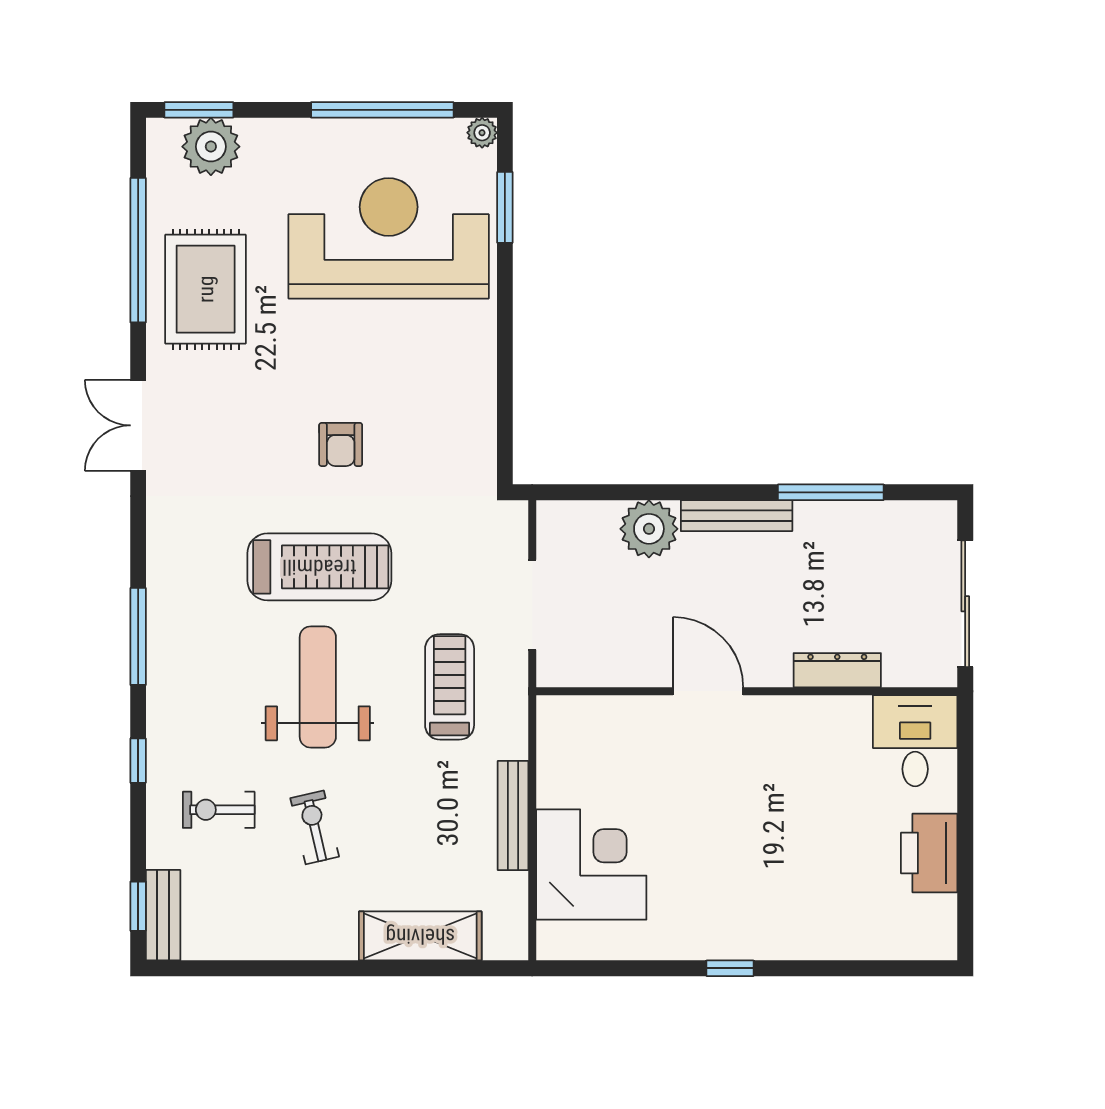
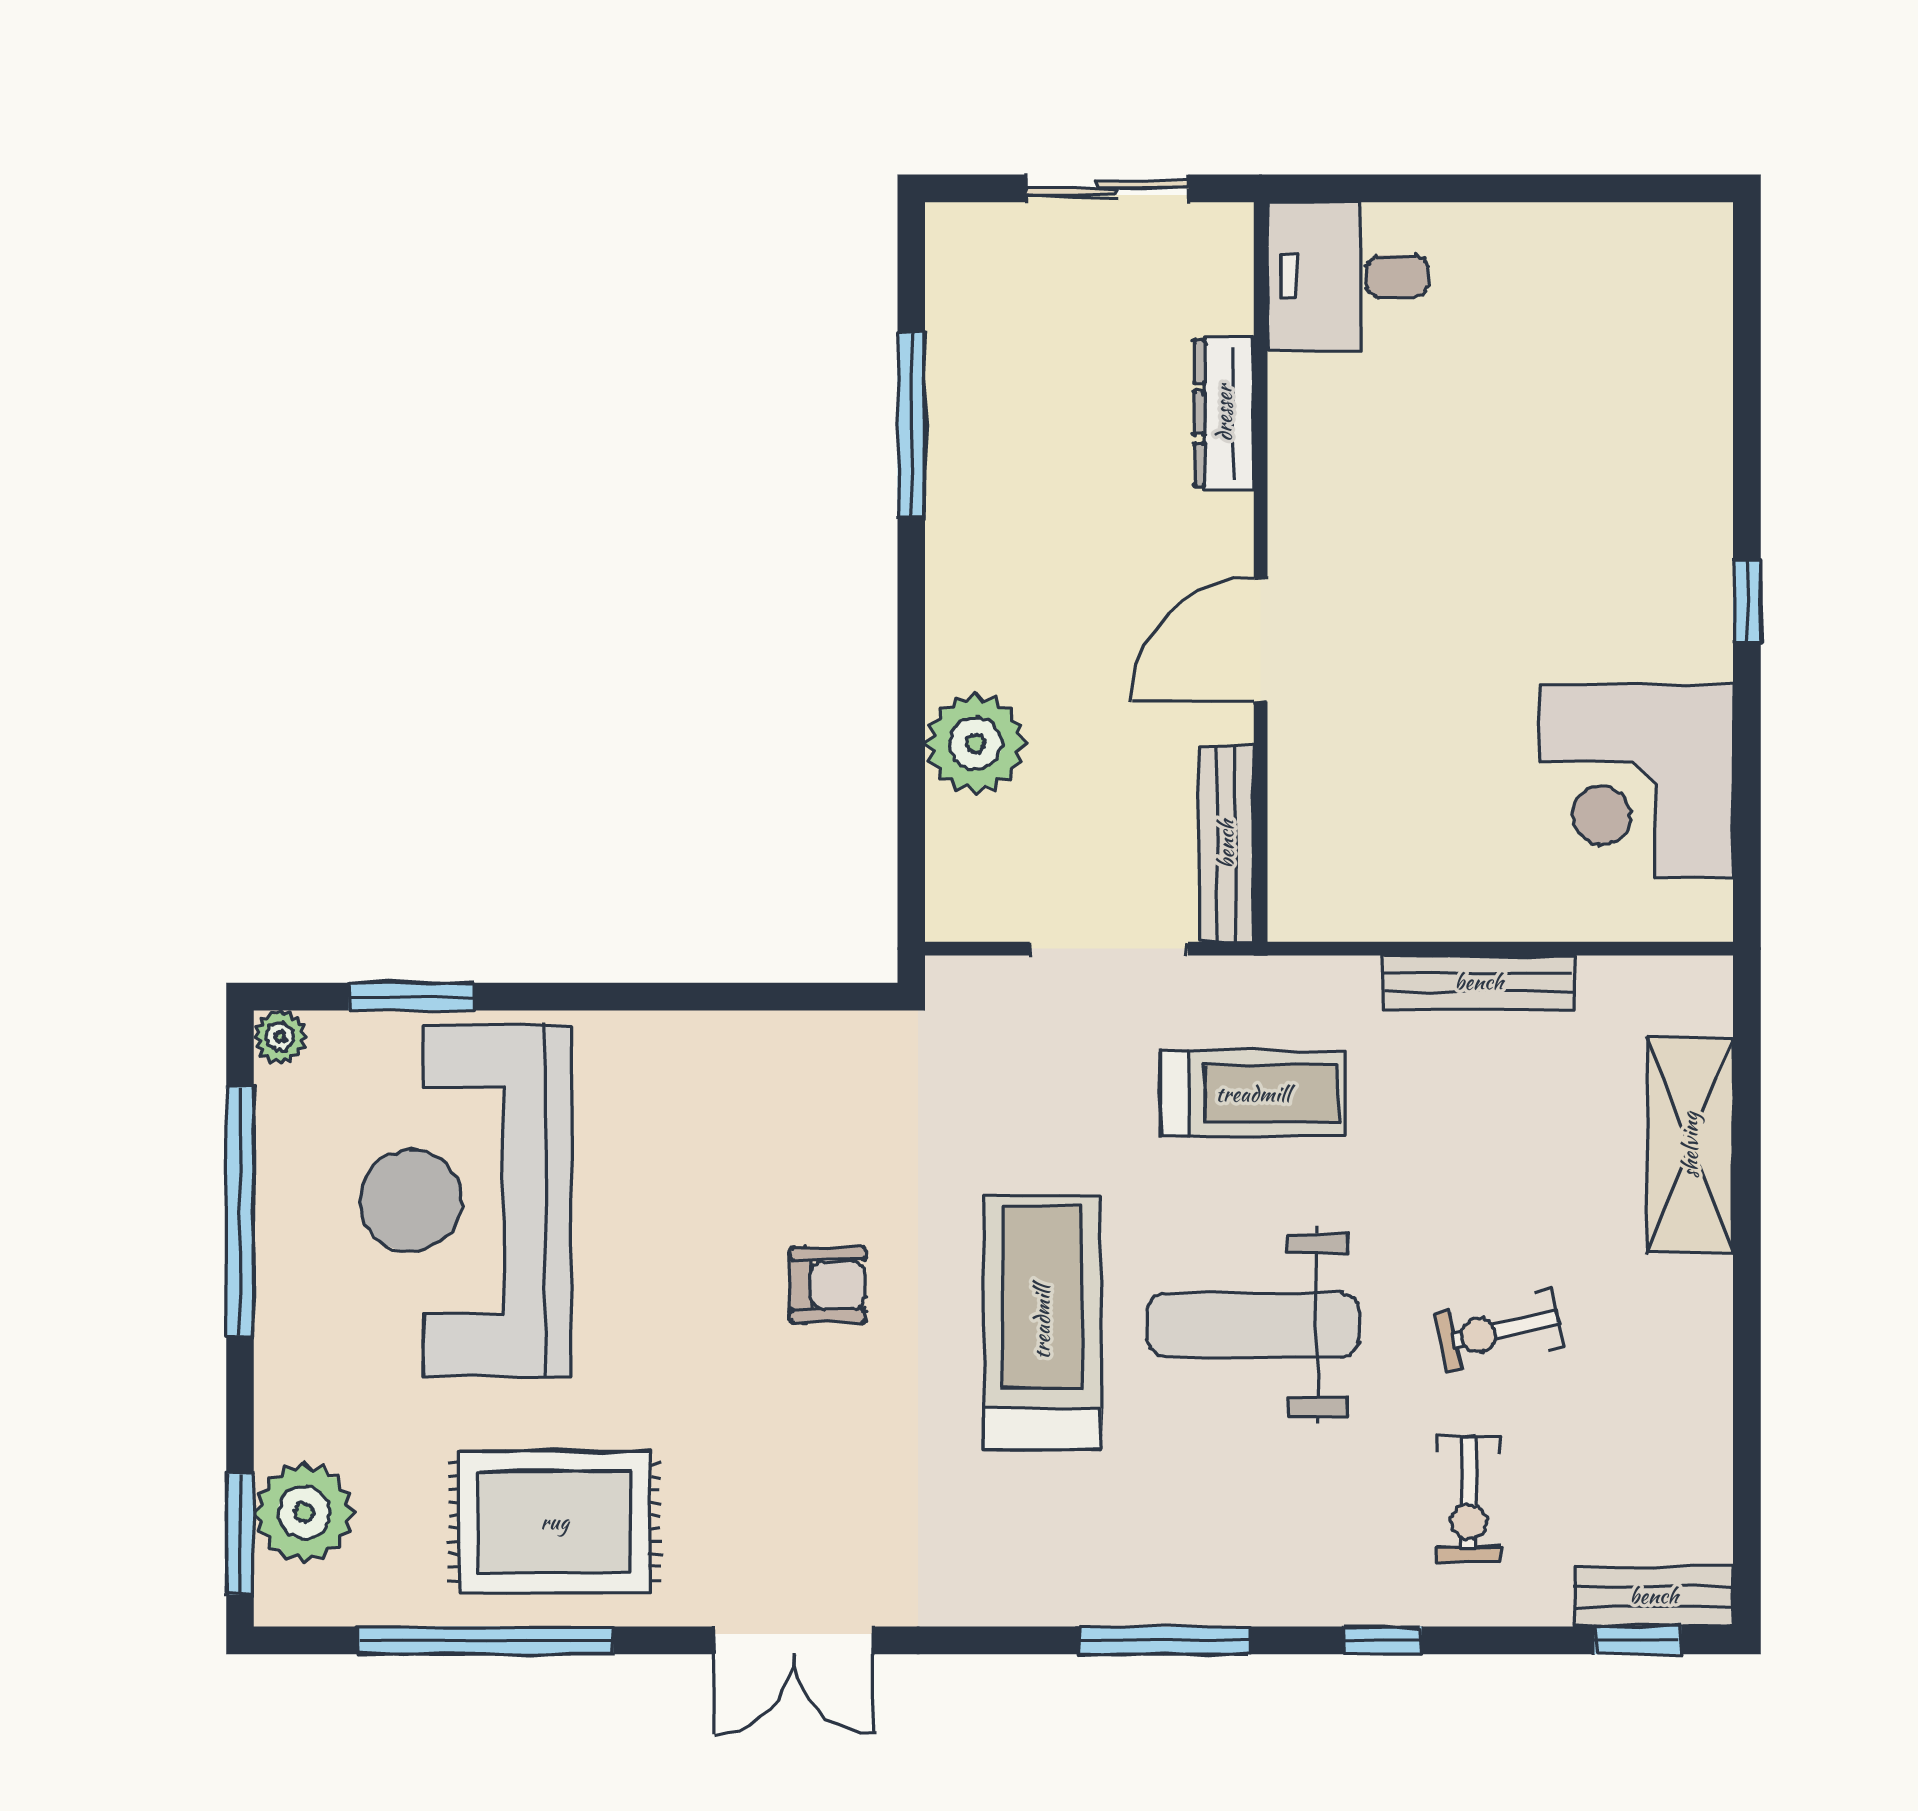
bench: (737, 516) -> (1226, 844), moved
sliding door: (965, 604) -> (1107, 188), width x0.73
treadmill: (450, 687) -> (1253, 1094), turned 180
printer: (929, 853) -> (1545, 252), removed
corner desk: (591, 864) -> (1636, 781), moved, turned -90

